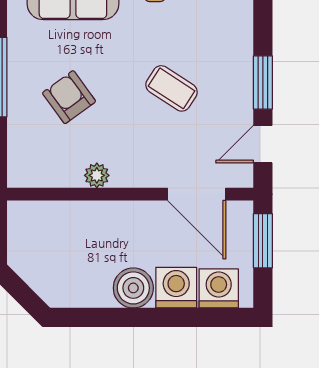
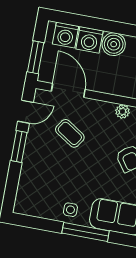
coffee table: (172, 88) -> (70, 133), moved

